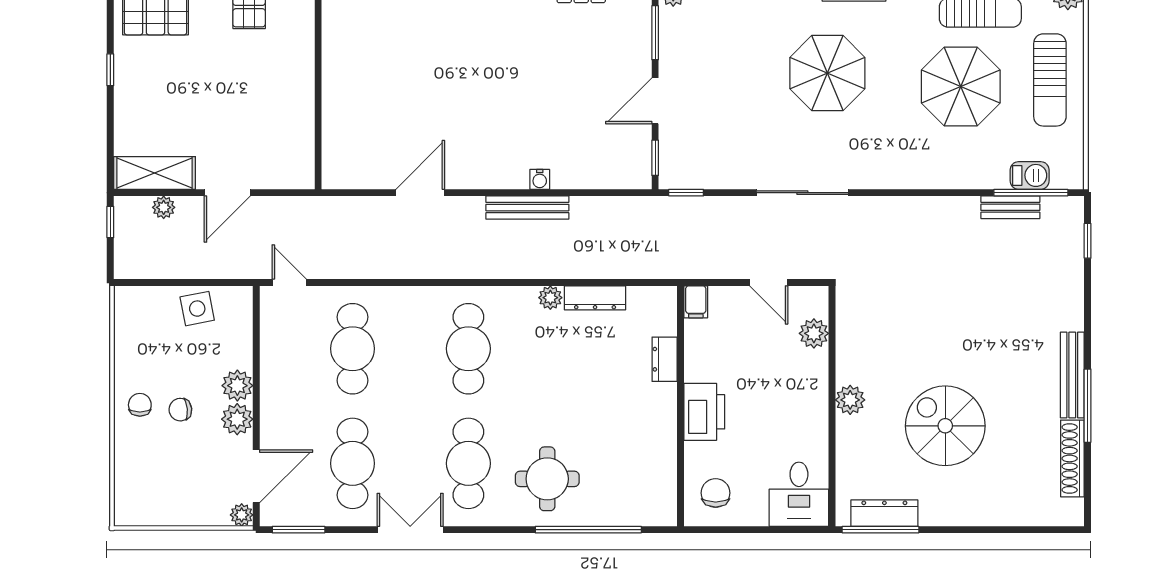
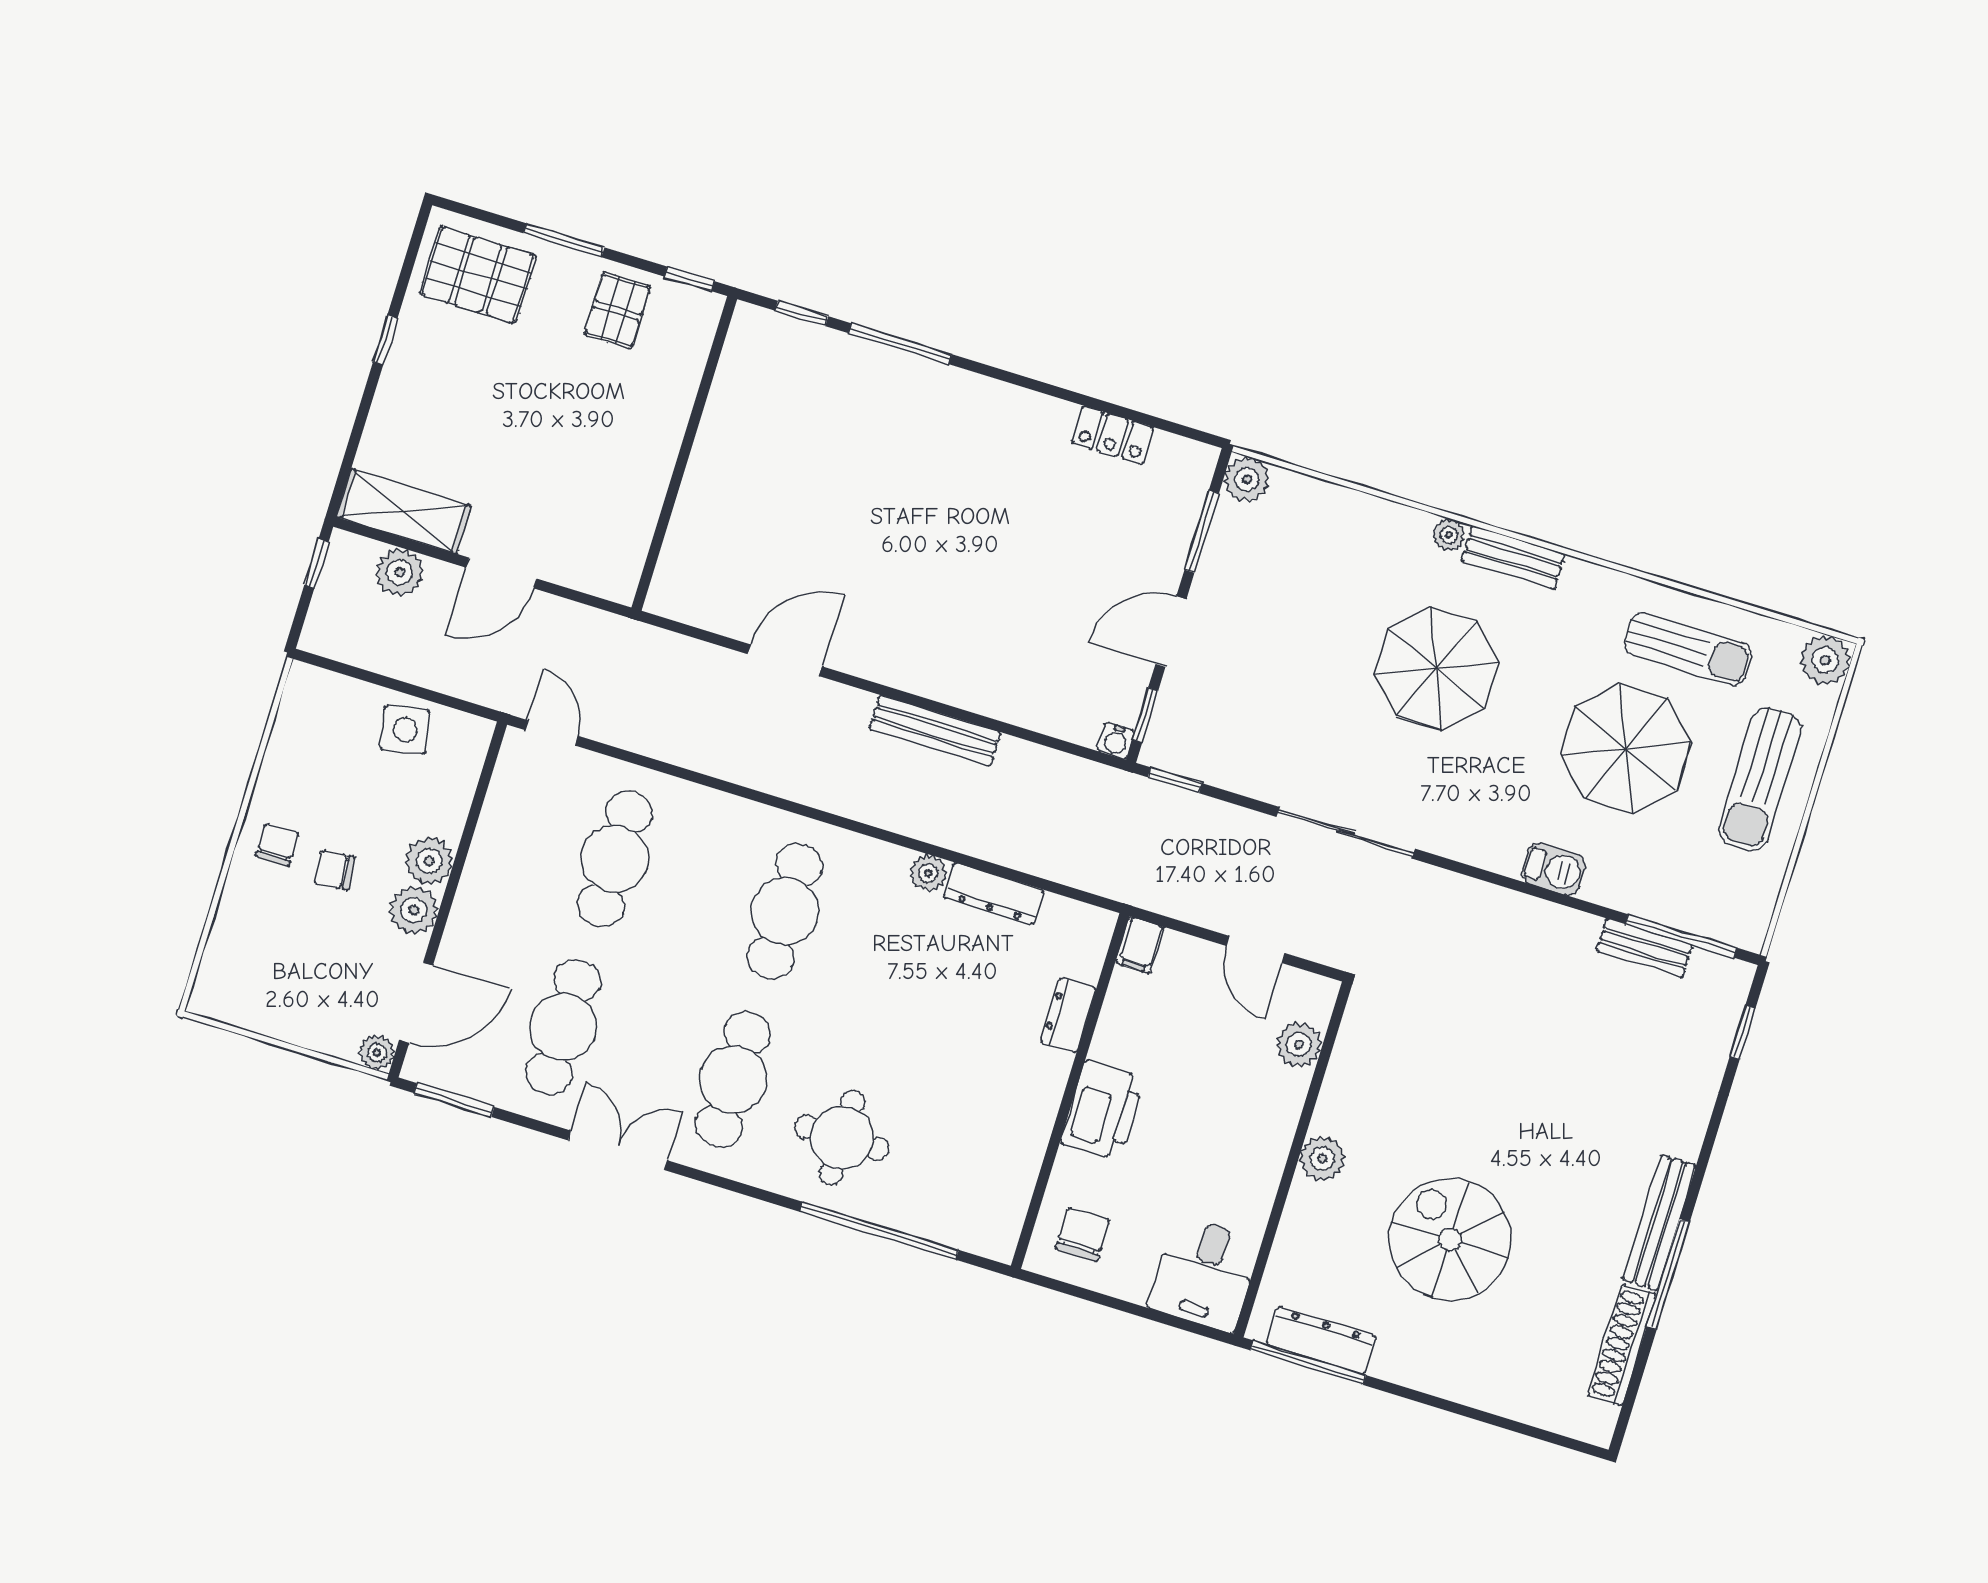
barbecue: (1030, 175) -> (1554, 869), moved
water cooler: (540, 179) -> (1116, 741), moved
plant: (164, 207) -> (399, 572), width x1.38, depth x1.38

